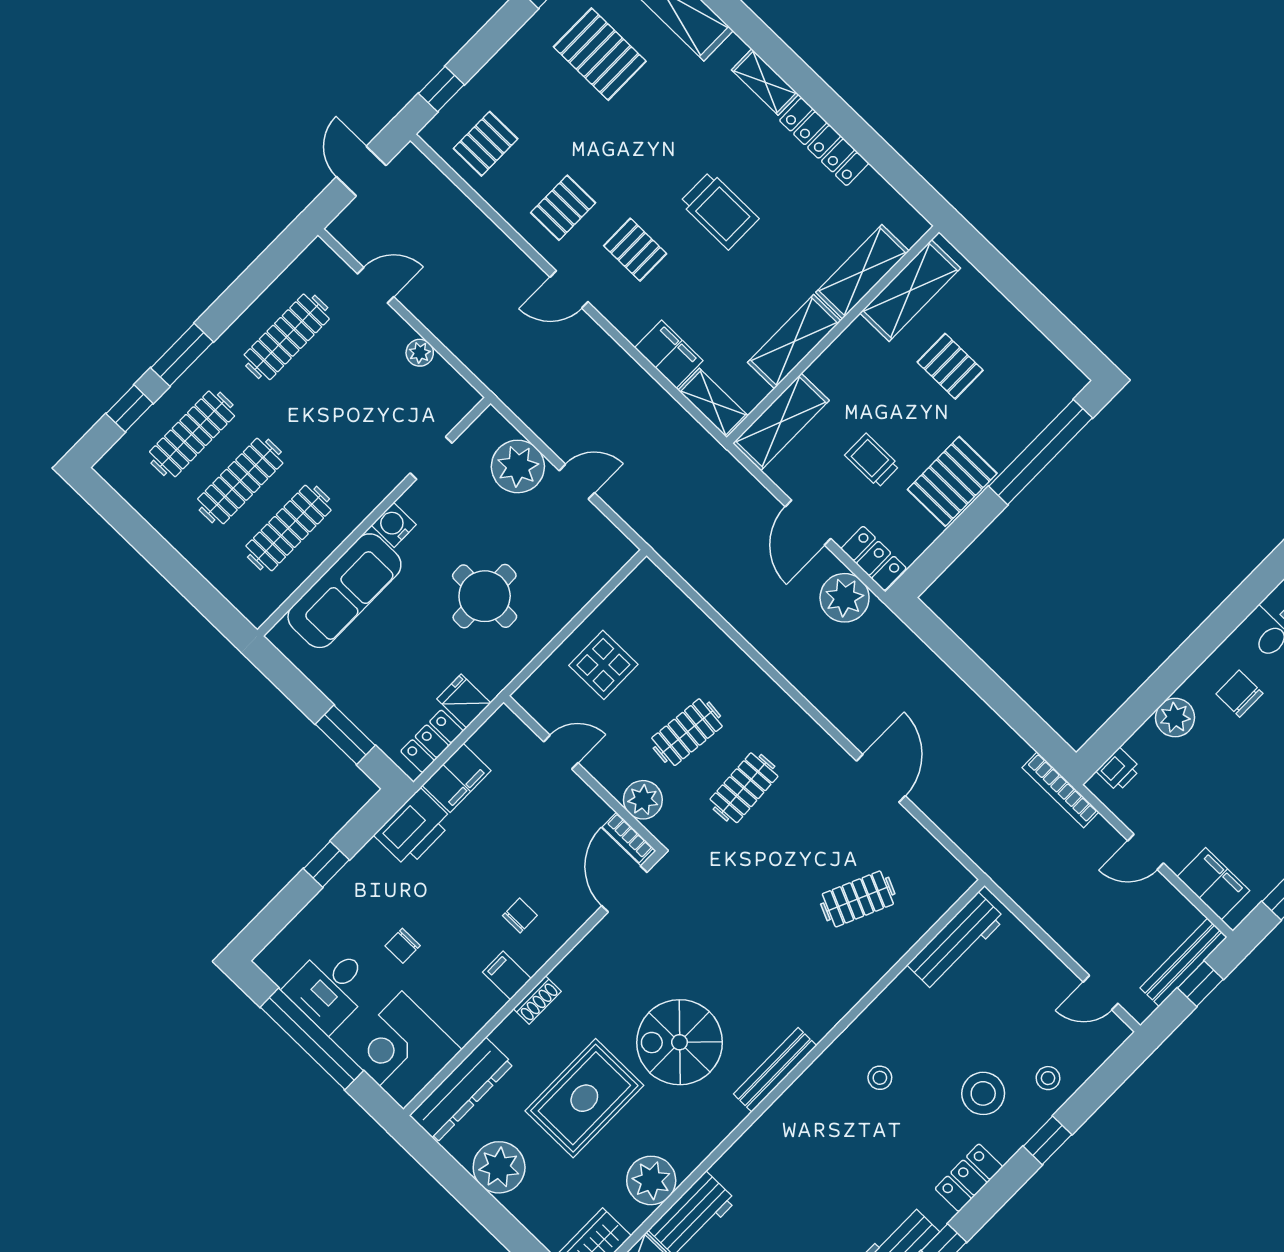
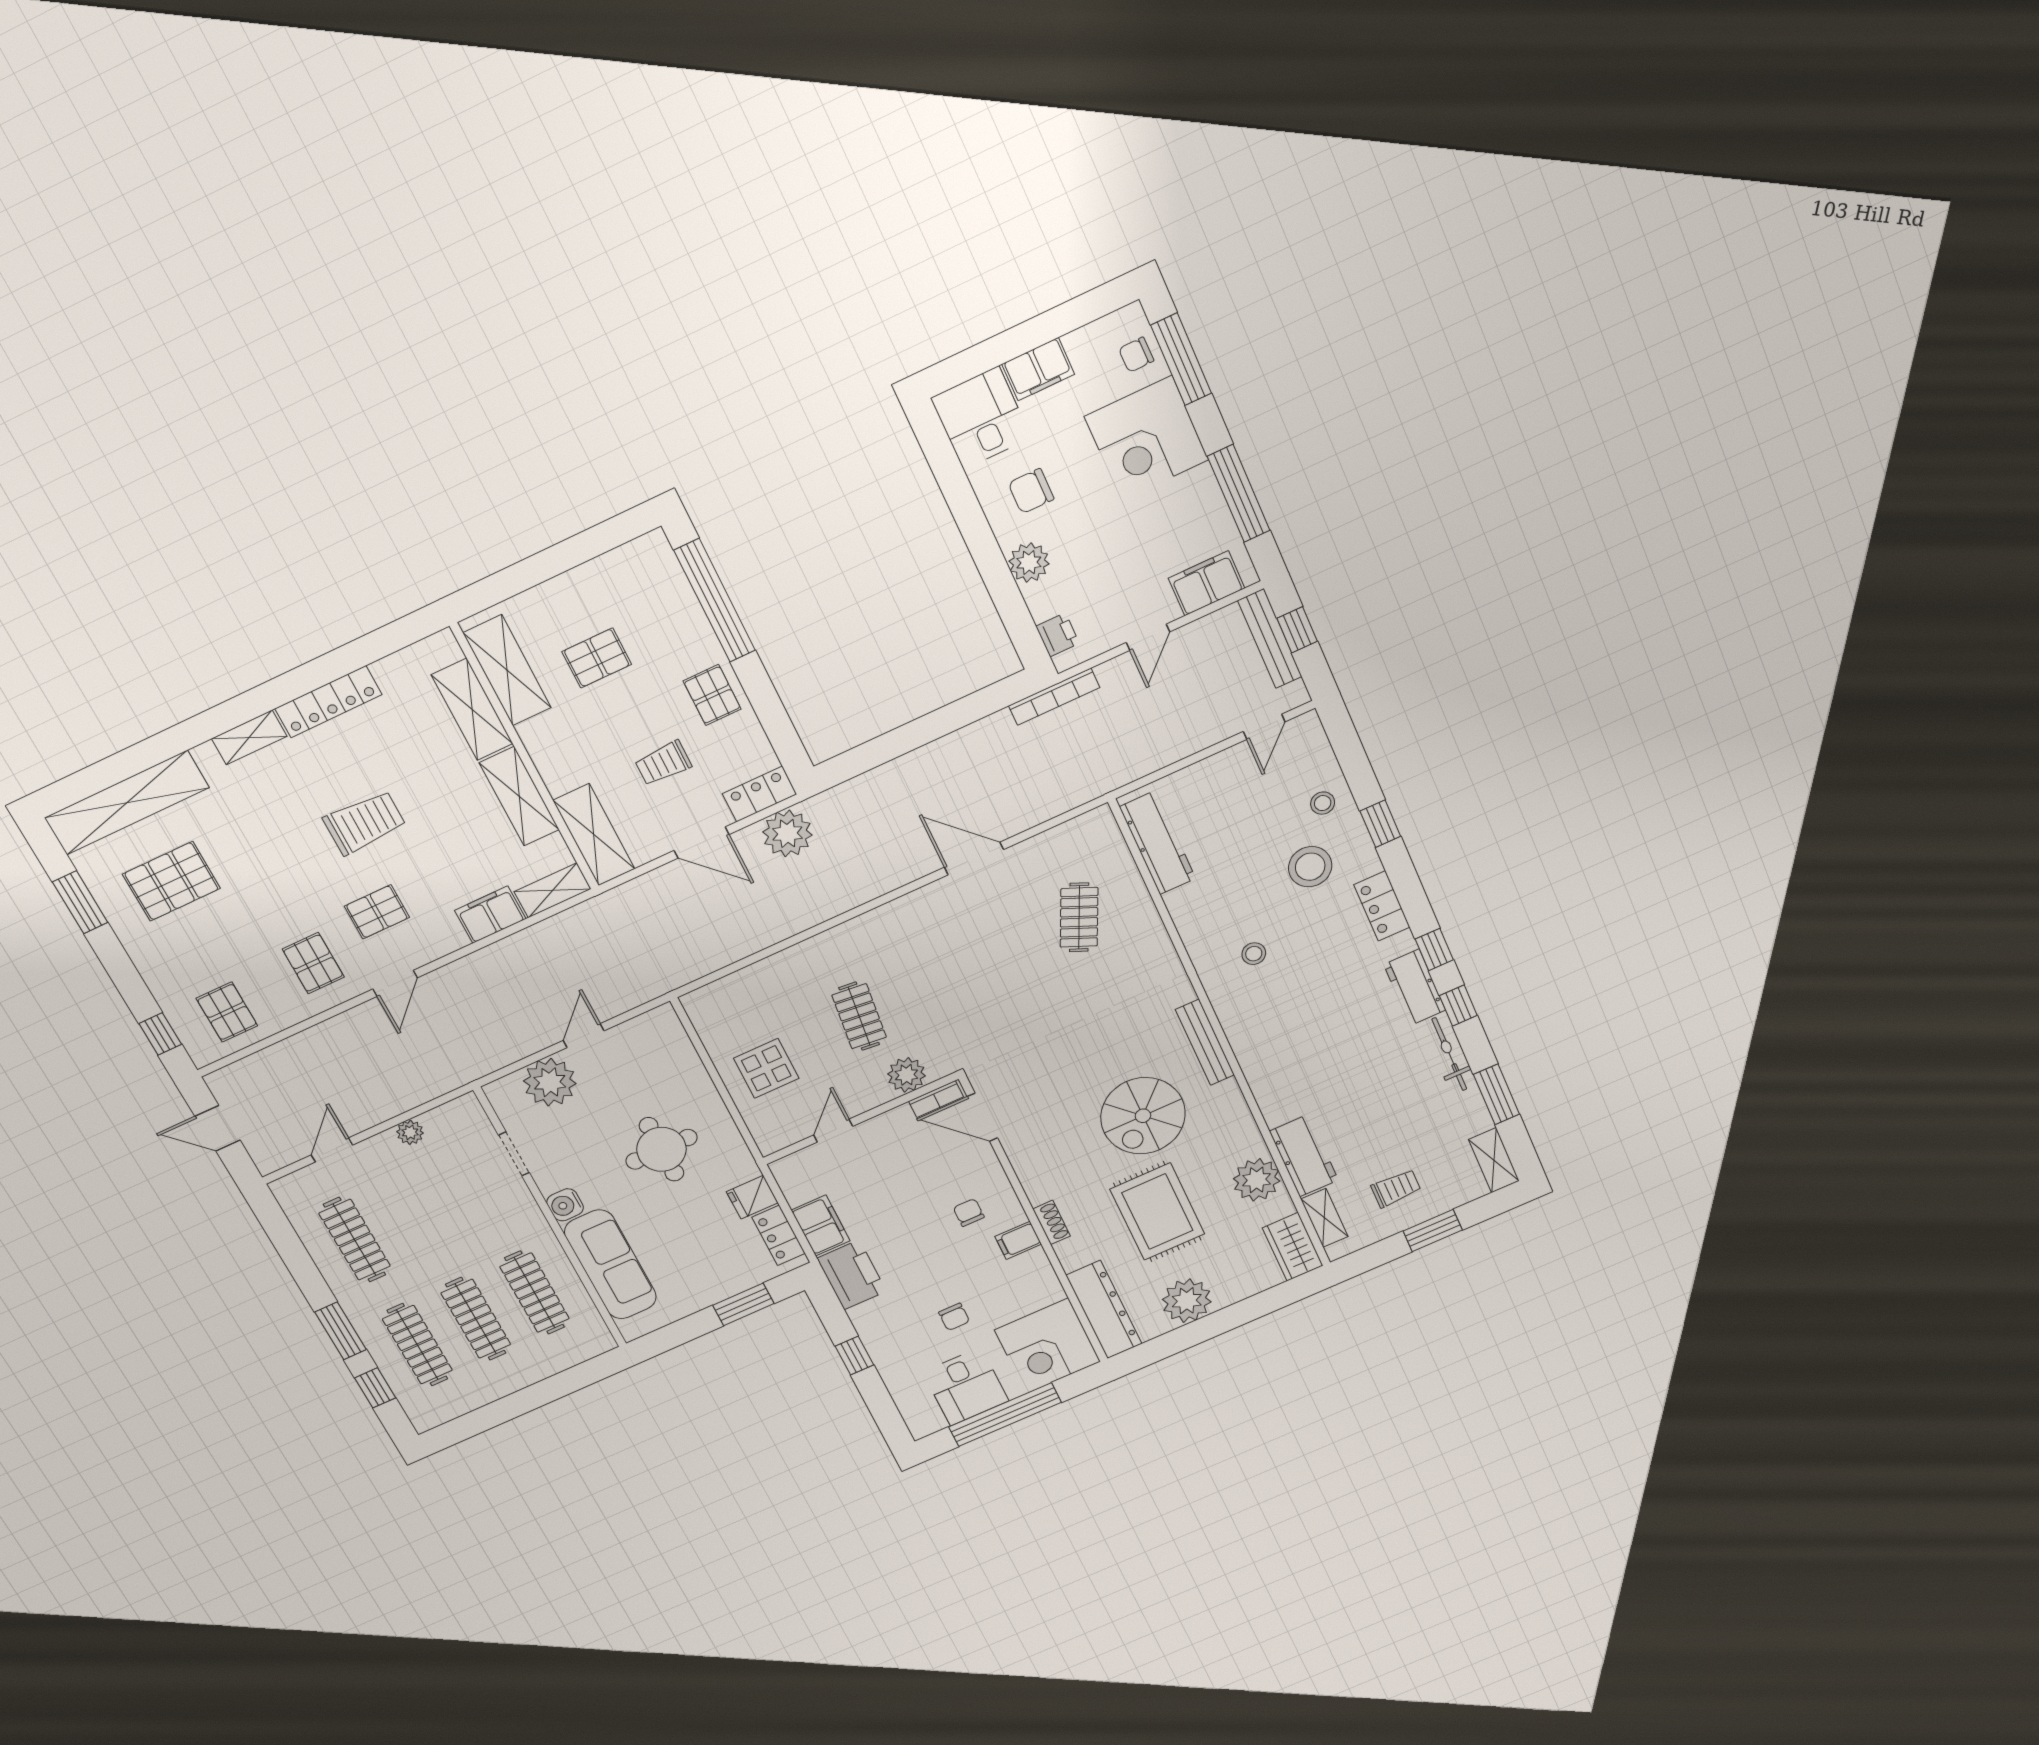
pallet: (952, 481) -> (712, 695), width x0.67, depth x0.71
clothes rail: (744, 788) -> (932, 983), removed

